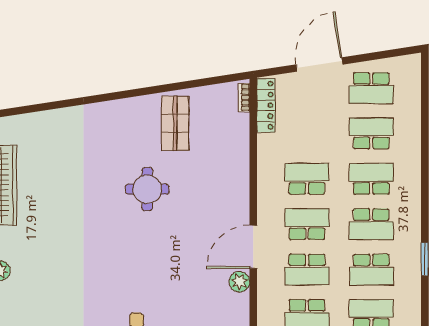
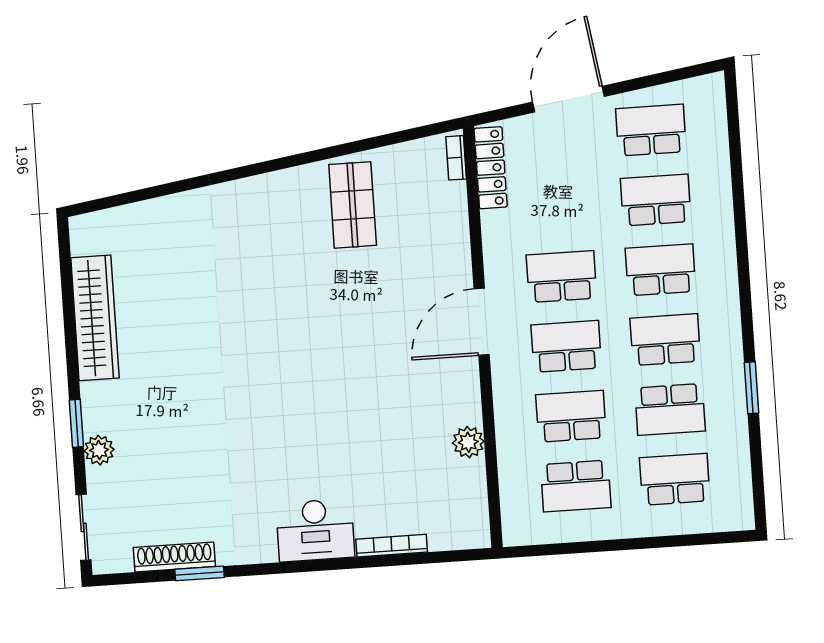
school desk: (371, 88) -> (651, 130), turned 180
round table: (147, 189) -> (317, 309), removed
school desk: (371, 224) -> (665, 340), turned 180
door: (253, 247) -> (482, 322), moved
school desk: (307, 270) -> (571, 416), turned 180

